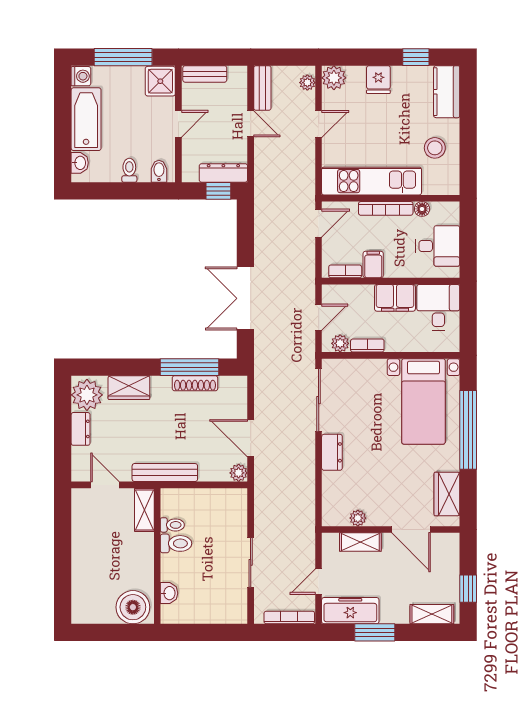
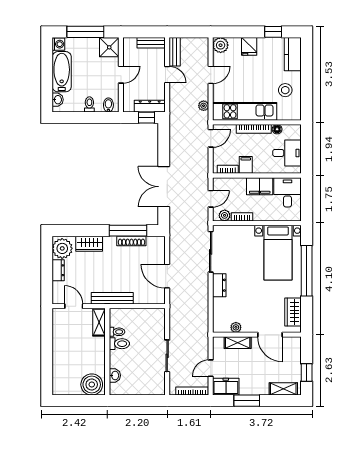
bench: (205, 74) -> (151, 43), moved
plant: (307, 83) -> (204, 106), moved
plant: (239, 473) -> (159, 298), removed
freezer: (350, 611) -> (226, 387), width x0.71

